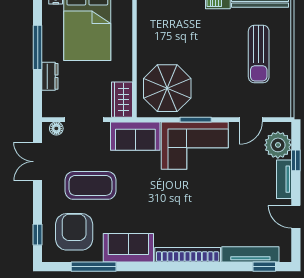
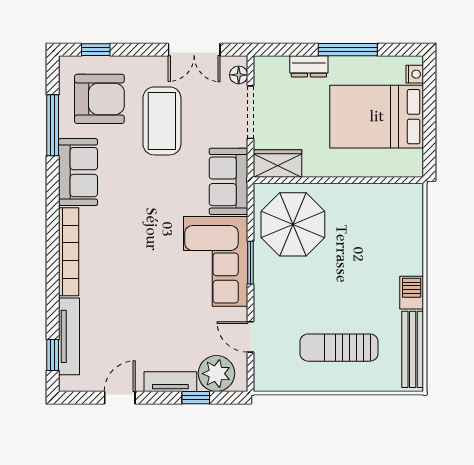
double door: (38, 162) -> (194, 50), swing flipped

